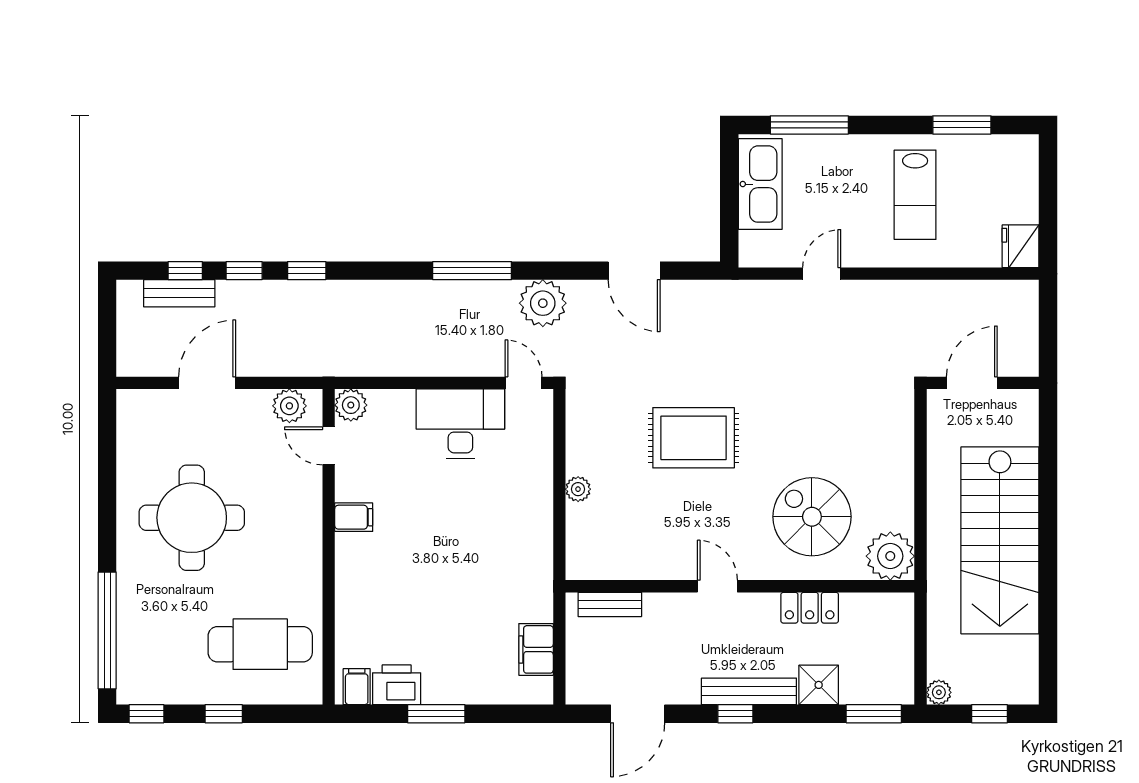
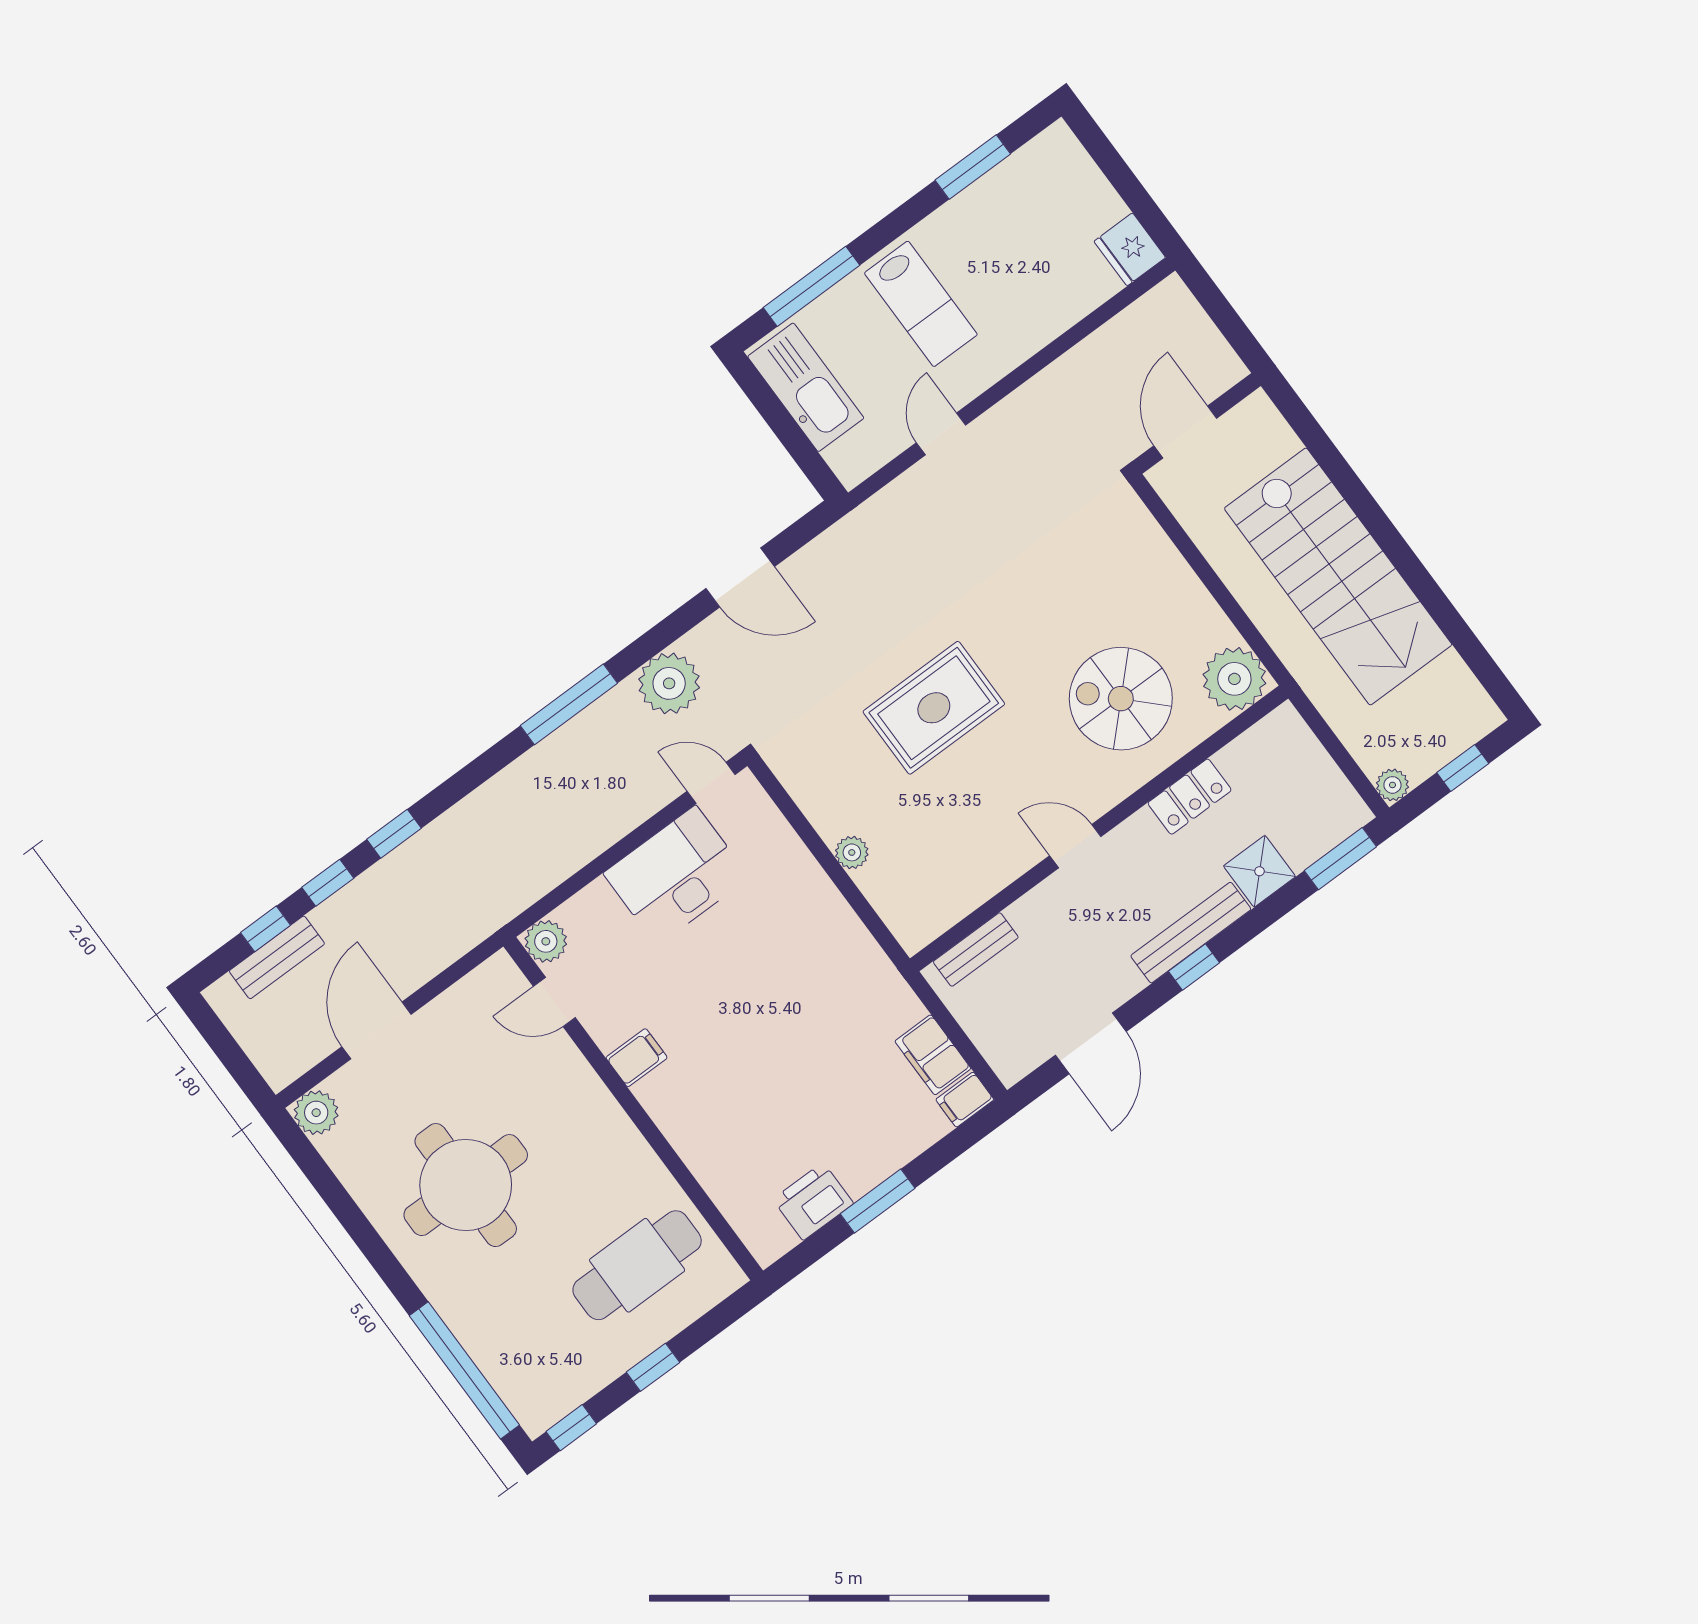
lab bench: (915, 195) -> (921, 304), moved
plant: (289, 406) -> (316, 1113), moved
filing cabinet: (357, 687) -> (965, 1100), moved, turned -90

